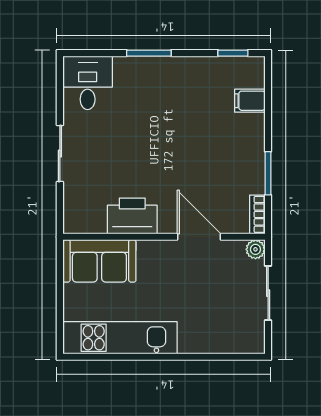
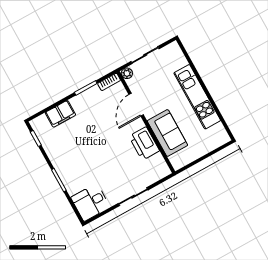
filing cabinet: (250, 101) -> (60, 114), width x2.00
sofa: (99, 261) -> (167, 133), moved
kitchen unit: (120, 338) -> (197, 97), moved

